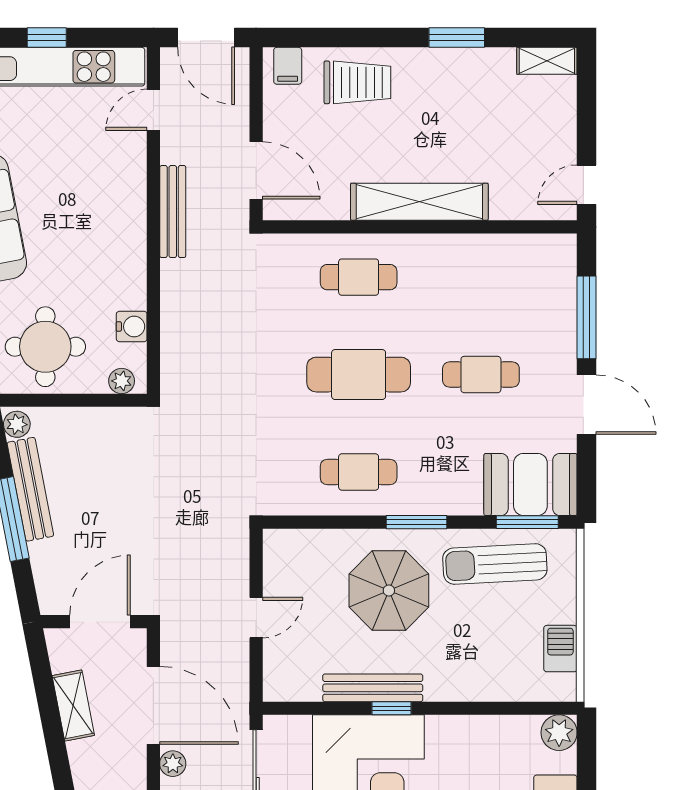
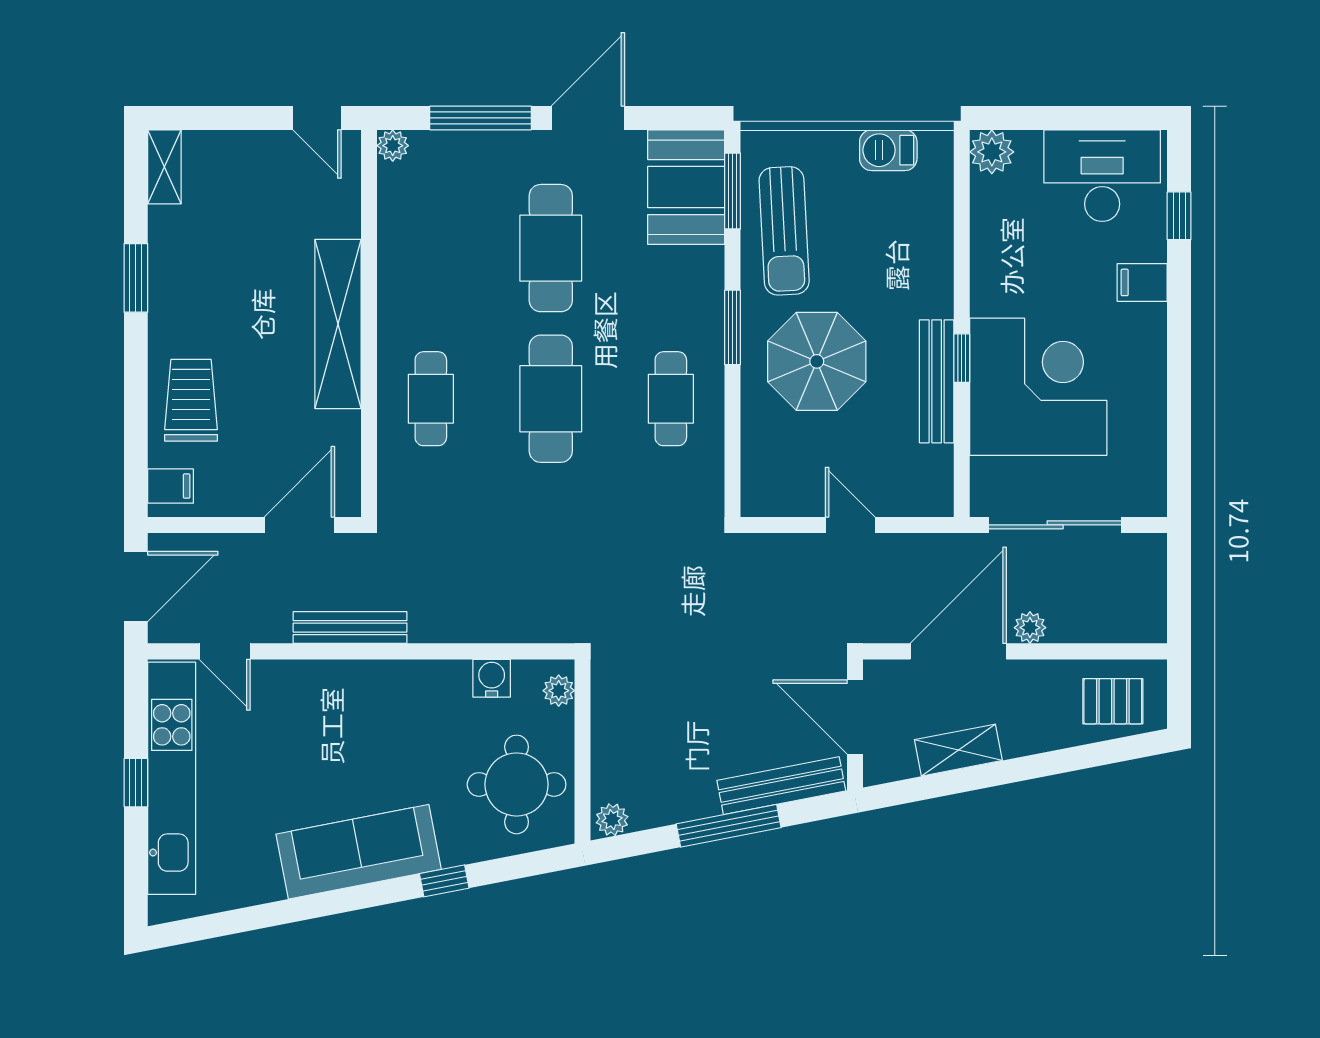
plant: (564, 246) -> (393, 146), added
cafe table: (481, 375) -> (551, 248), width x1.37, depth x1.35
bench: (30, 489) -> (781, 786), moved

